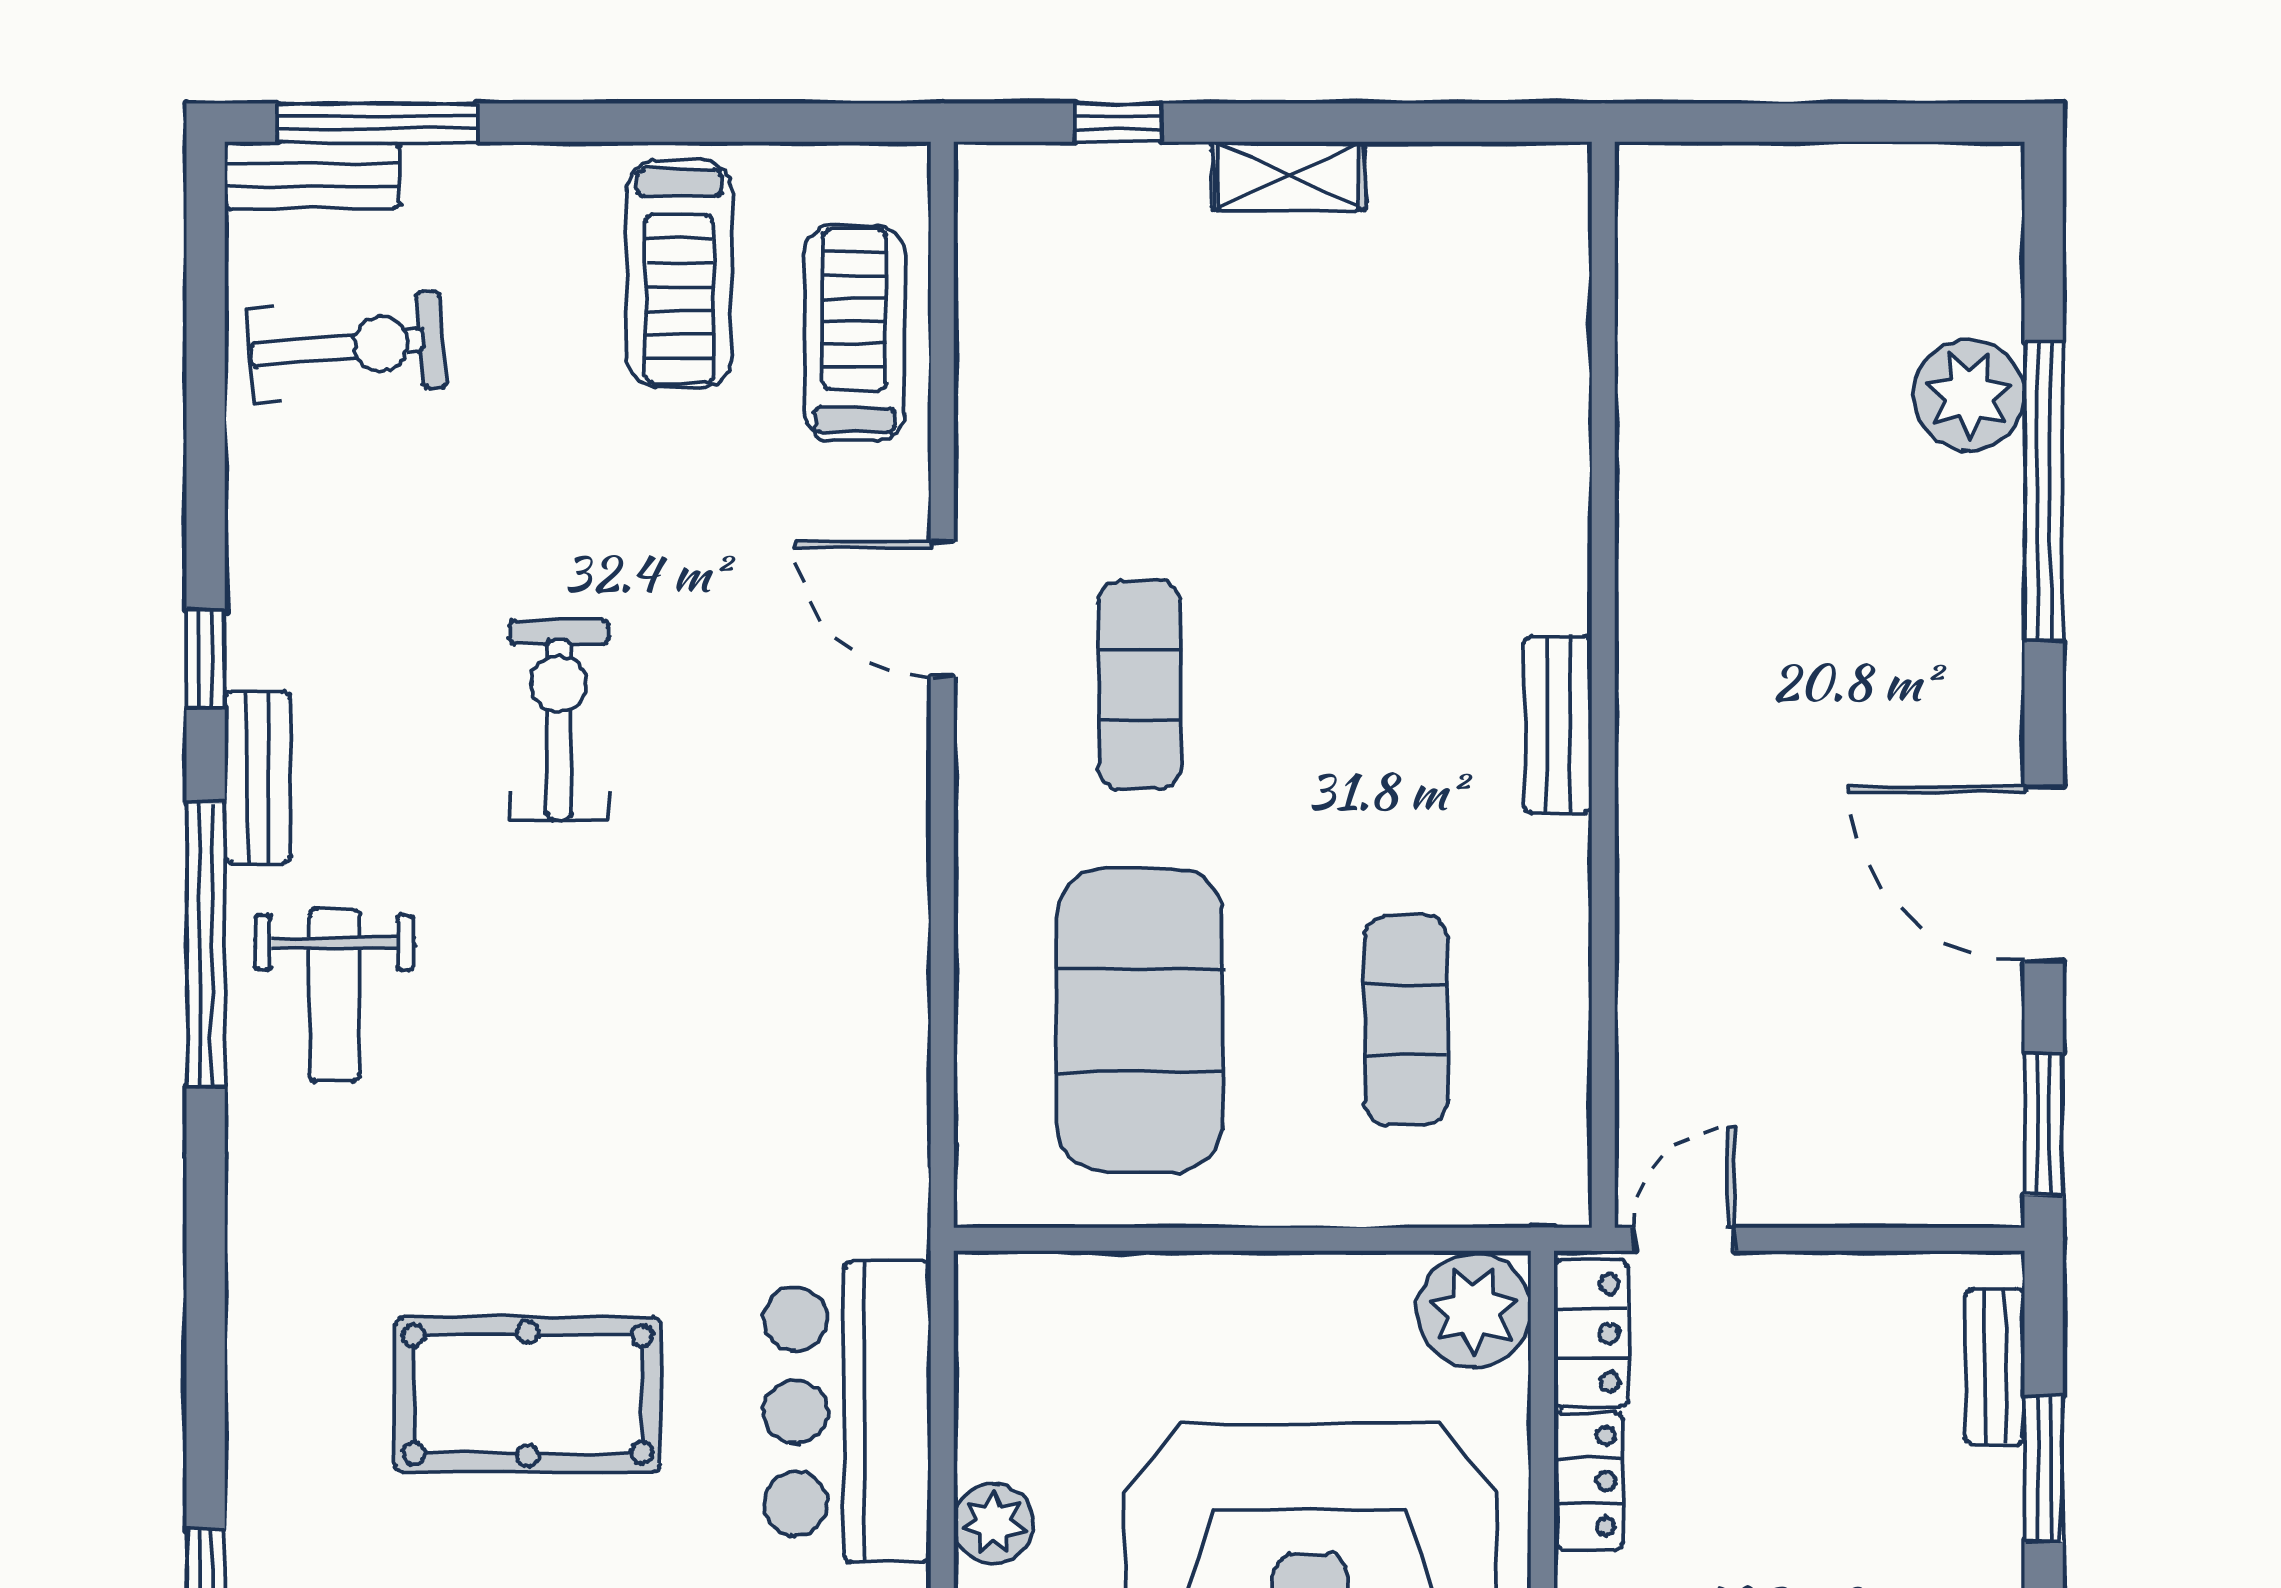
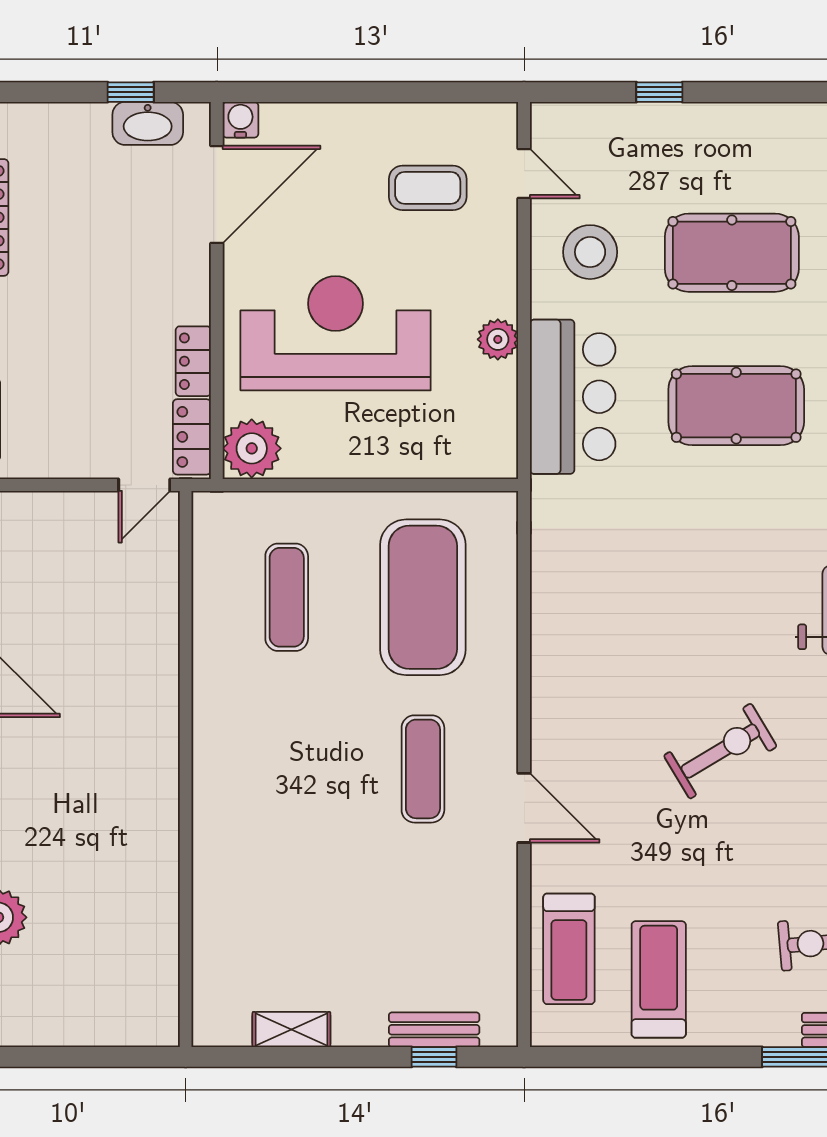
shelving: (1289, 176) -> (291, 1030), moved
exercise bike: (559, 720) -> (720, 751), turned -121
bench: (1558, 725) -> (434, 1030), moved, turned 90

